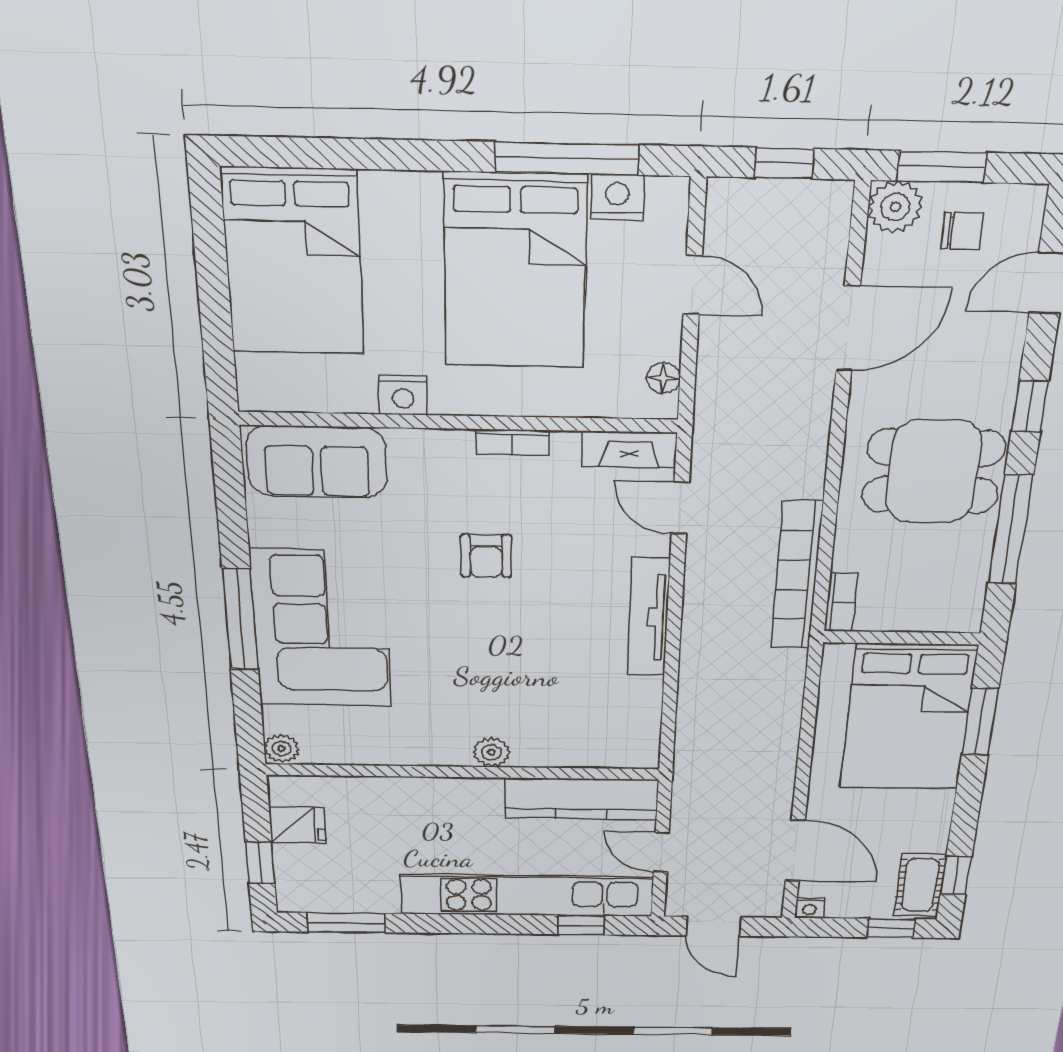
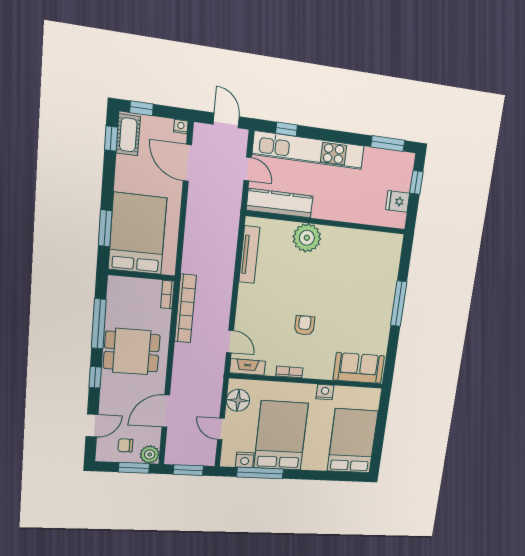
window: (784, 163) -> (188, 470), width x1.50
floor lamp: (663, 378) -> (238, 400), width x1.89, depth x1.89
tv unit: (648, 617) -> (249, 255), moved
corner sofa: (322, 629) -> (370, 297), removed
plant: (281, 749) -> (396, 242), removed
plant: (491, 752) -> (307, 238), width x1.88, depth x1.88

